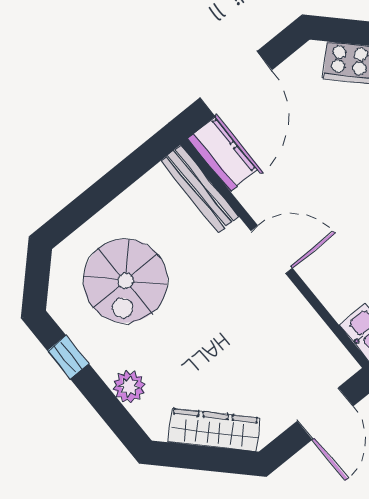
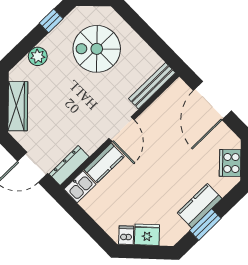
door: (236, 84) -> (212, 101), hinge flipped
kitchen counter: (222, 154) -> (104, 163), moved
dresser: (328, 349) -> (69, 165), added

